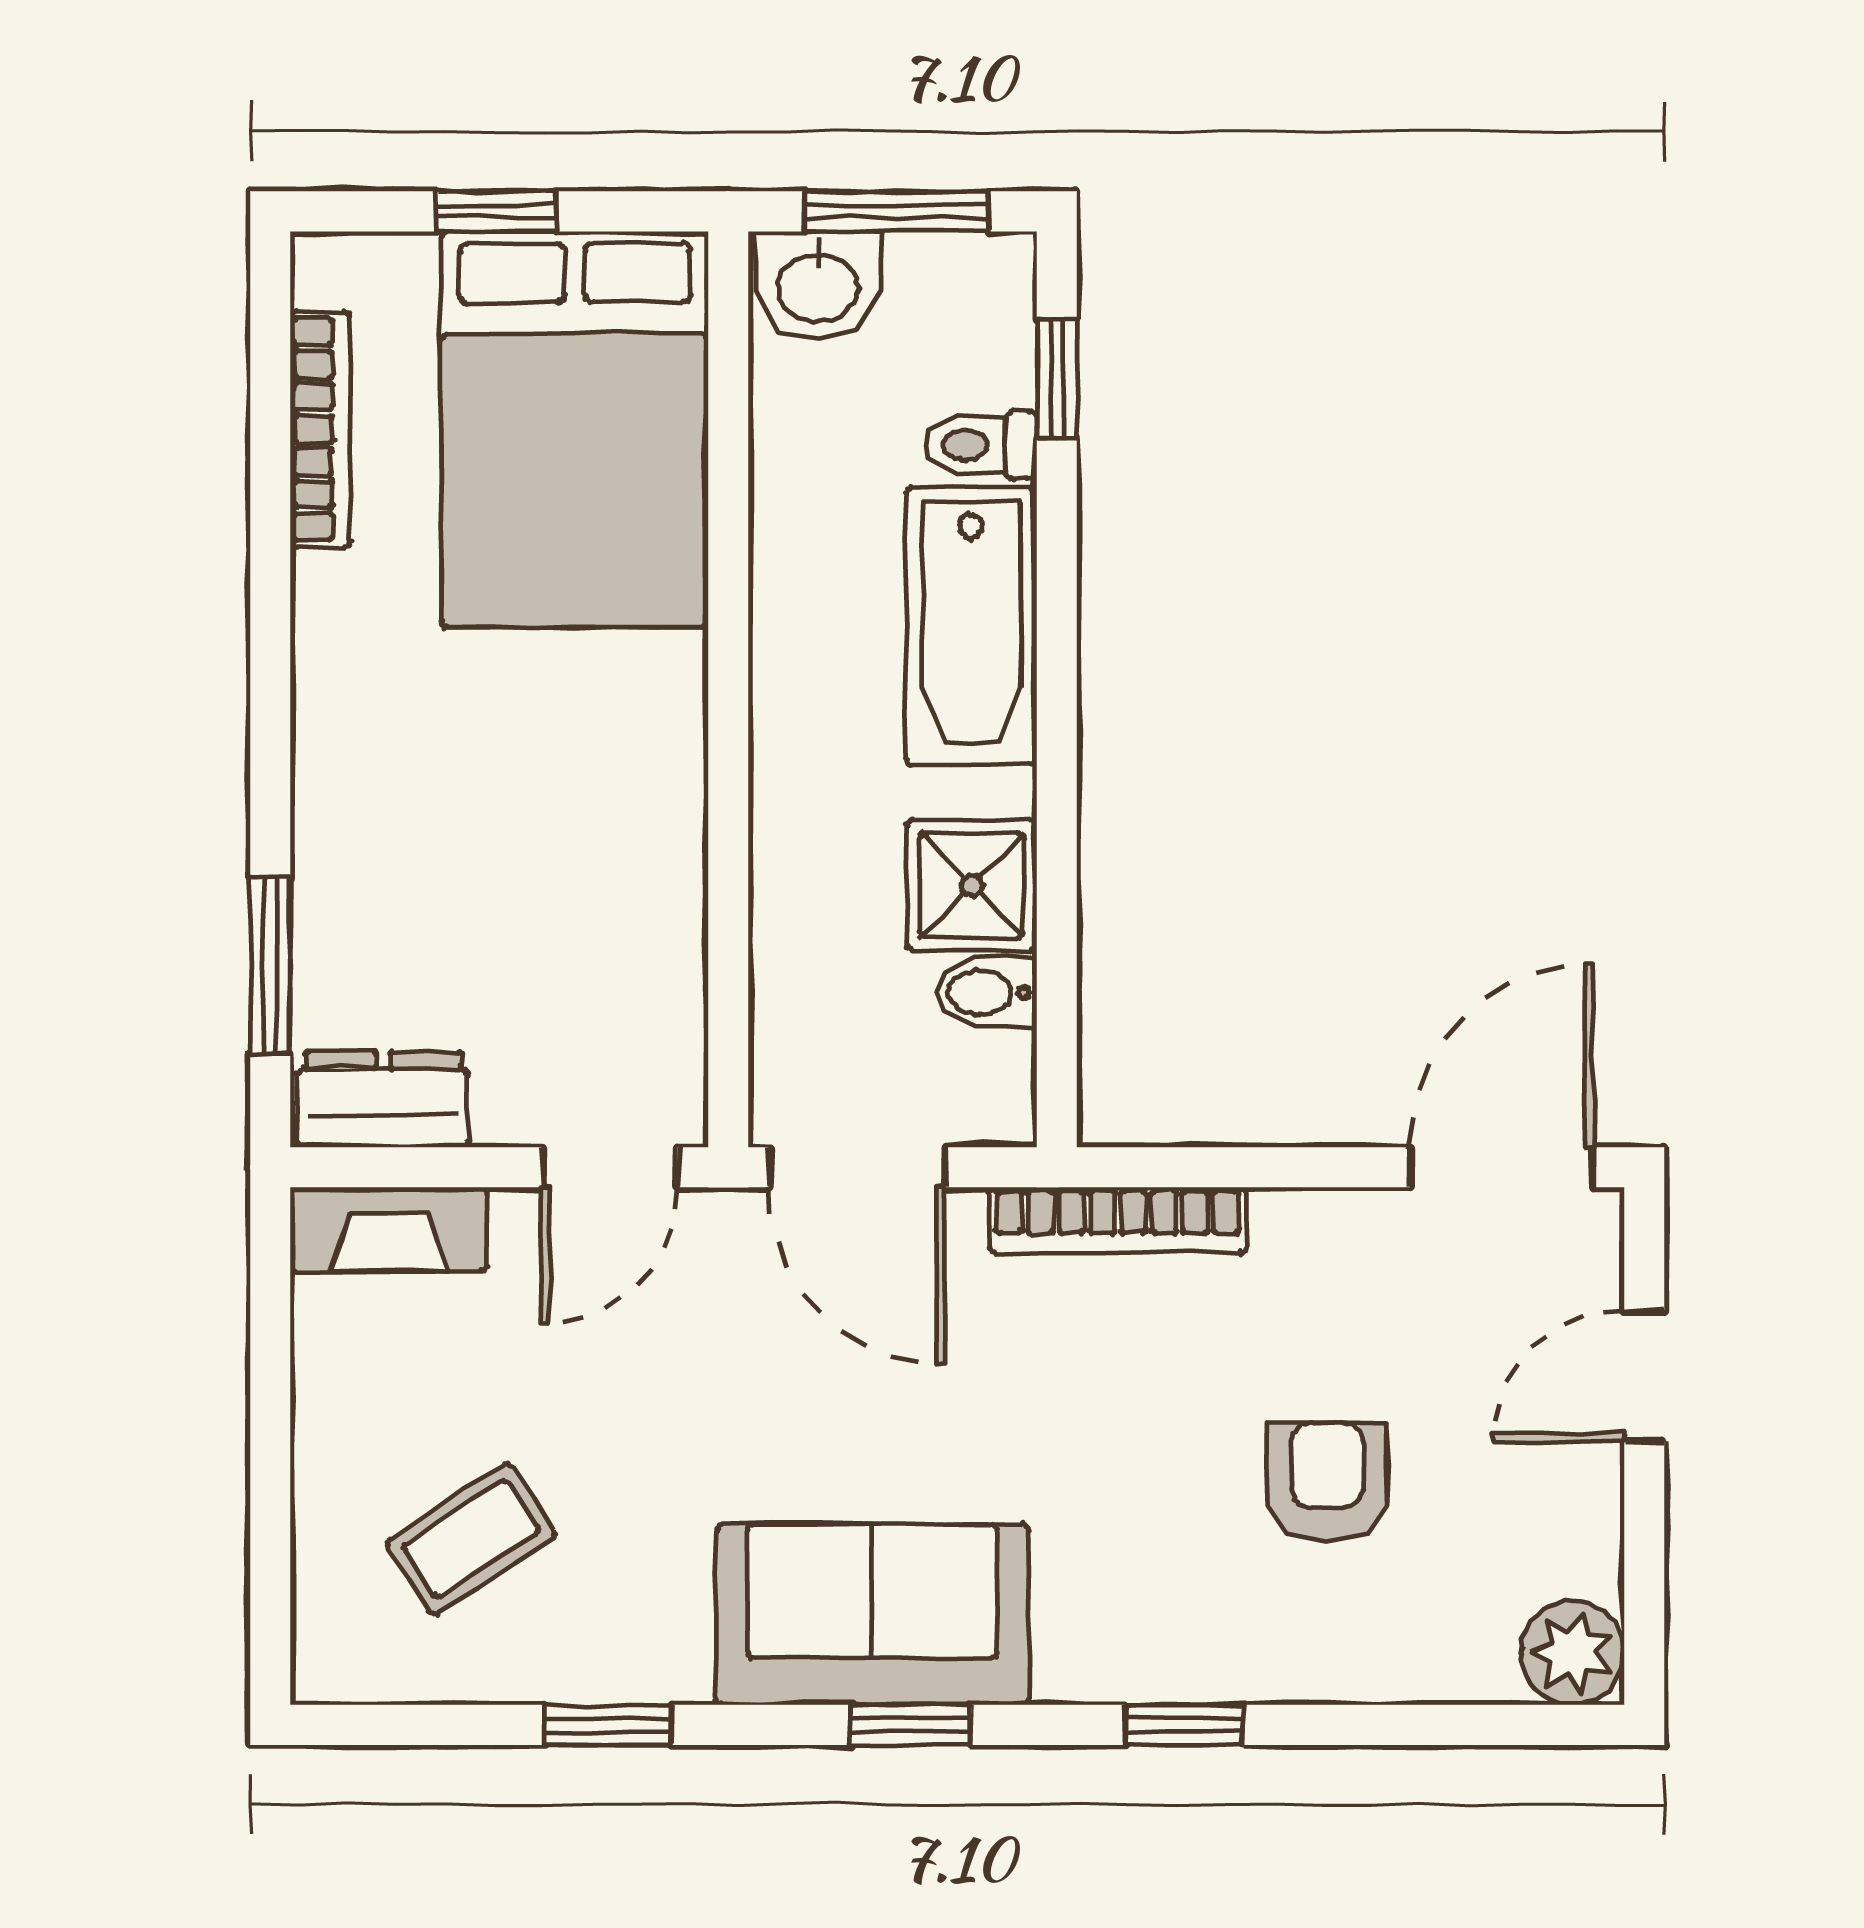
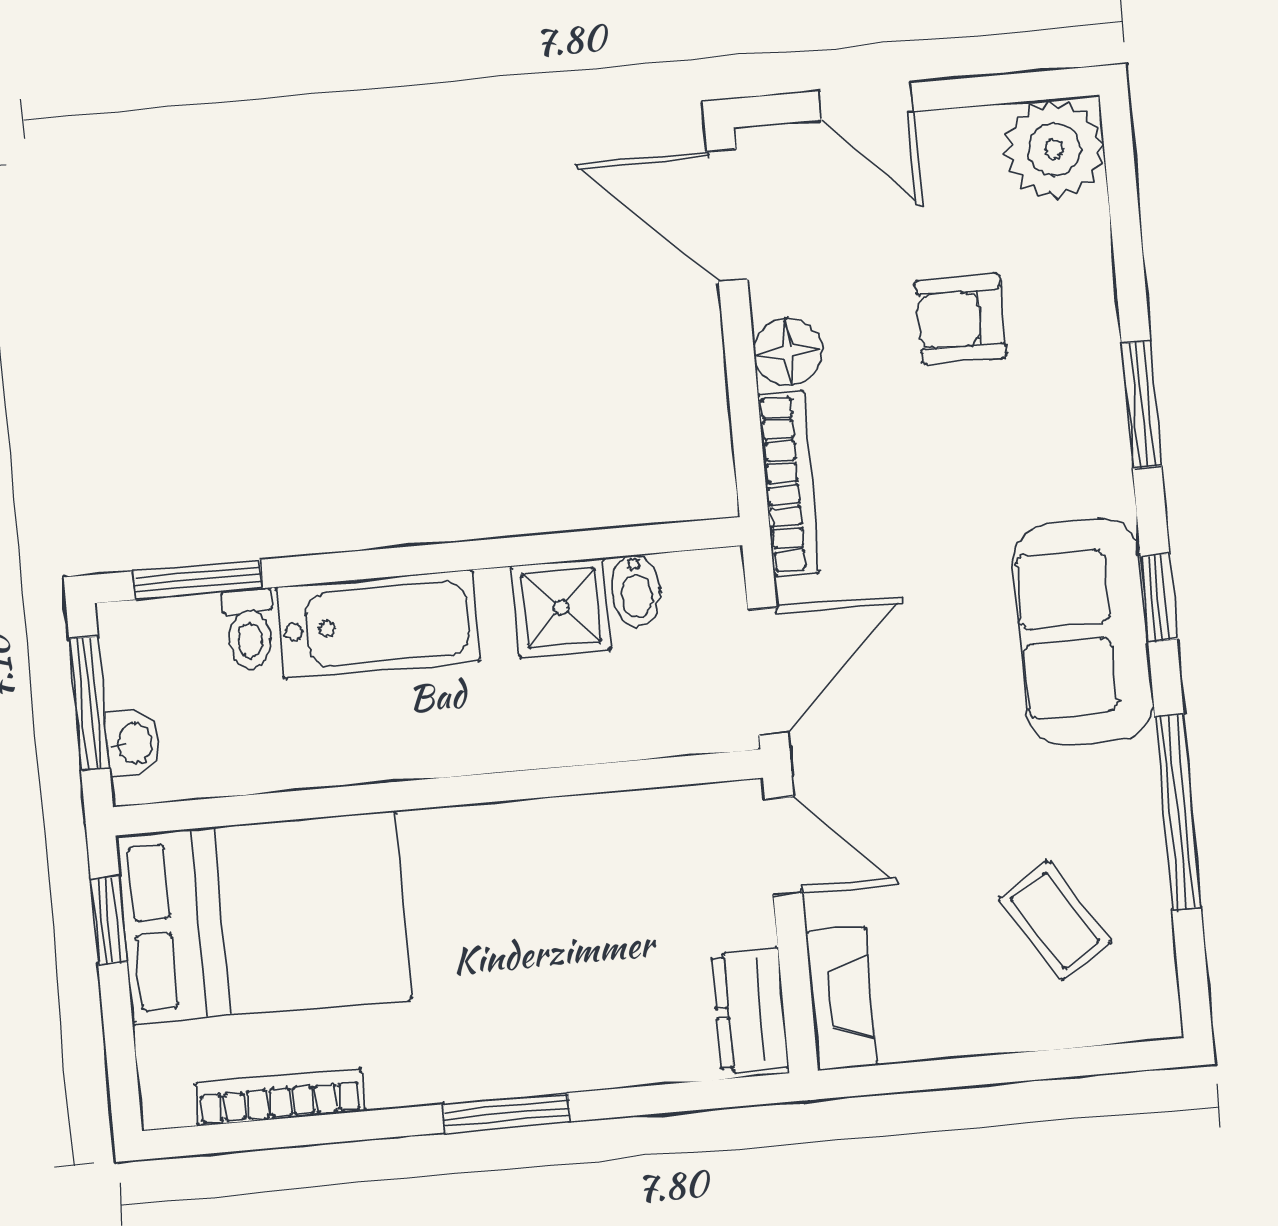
window: (497, 211) -> (109, 920), moved
washbasin: (818, 285) -> (133, 743), width x0.72, depth x0.69
window: (1057, 379) -> (198, 580), width x1.50
window: (270, 966) -> (506, 1113), moved
floor lamp: (1302, 1235) -> (788, 352), added
plant: (1572, 1653) -> (1054, 149), width x1.36, depth x1.36
window: (608, 1725) -> (1178, 812), width x2.17
window: (1184, 1725) -> (1142, 405), width x1.50

